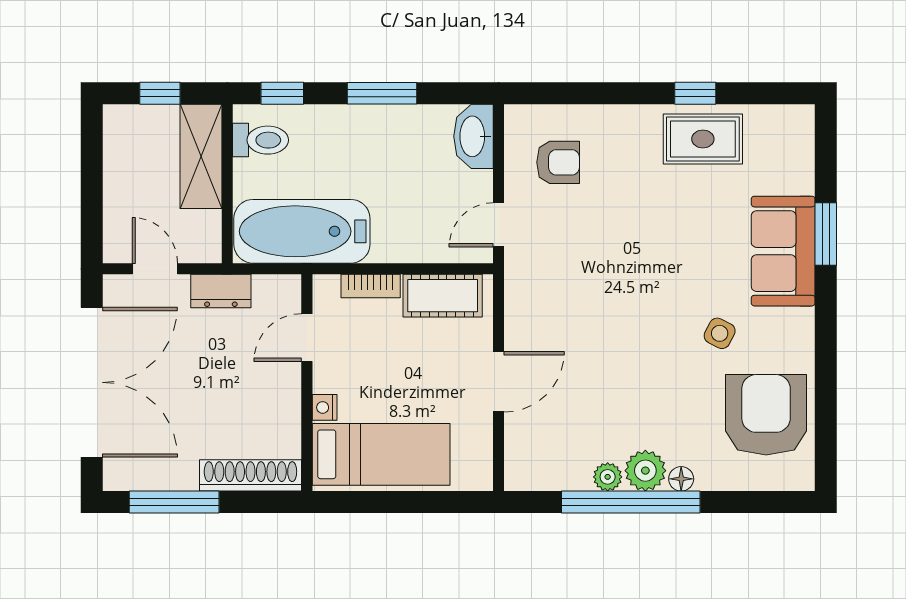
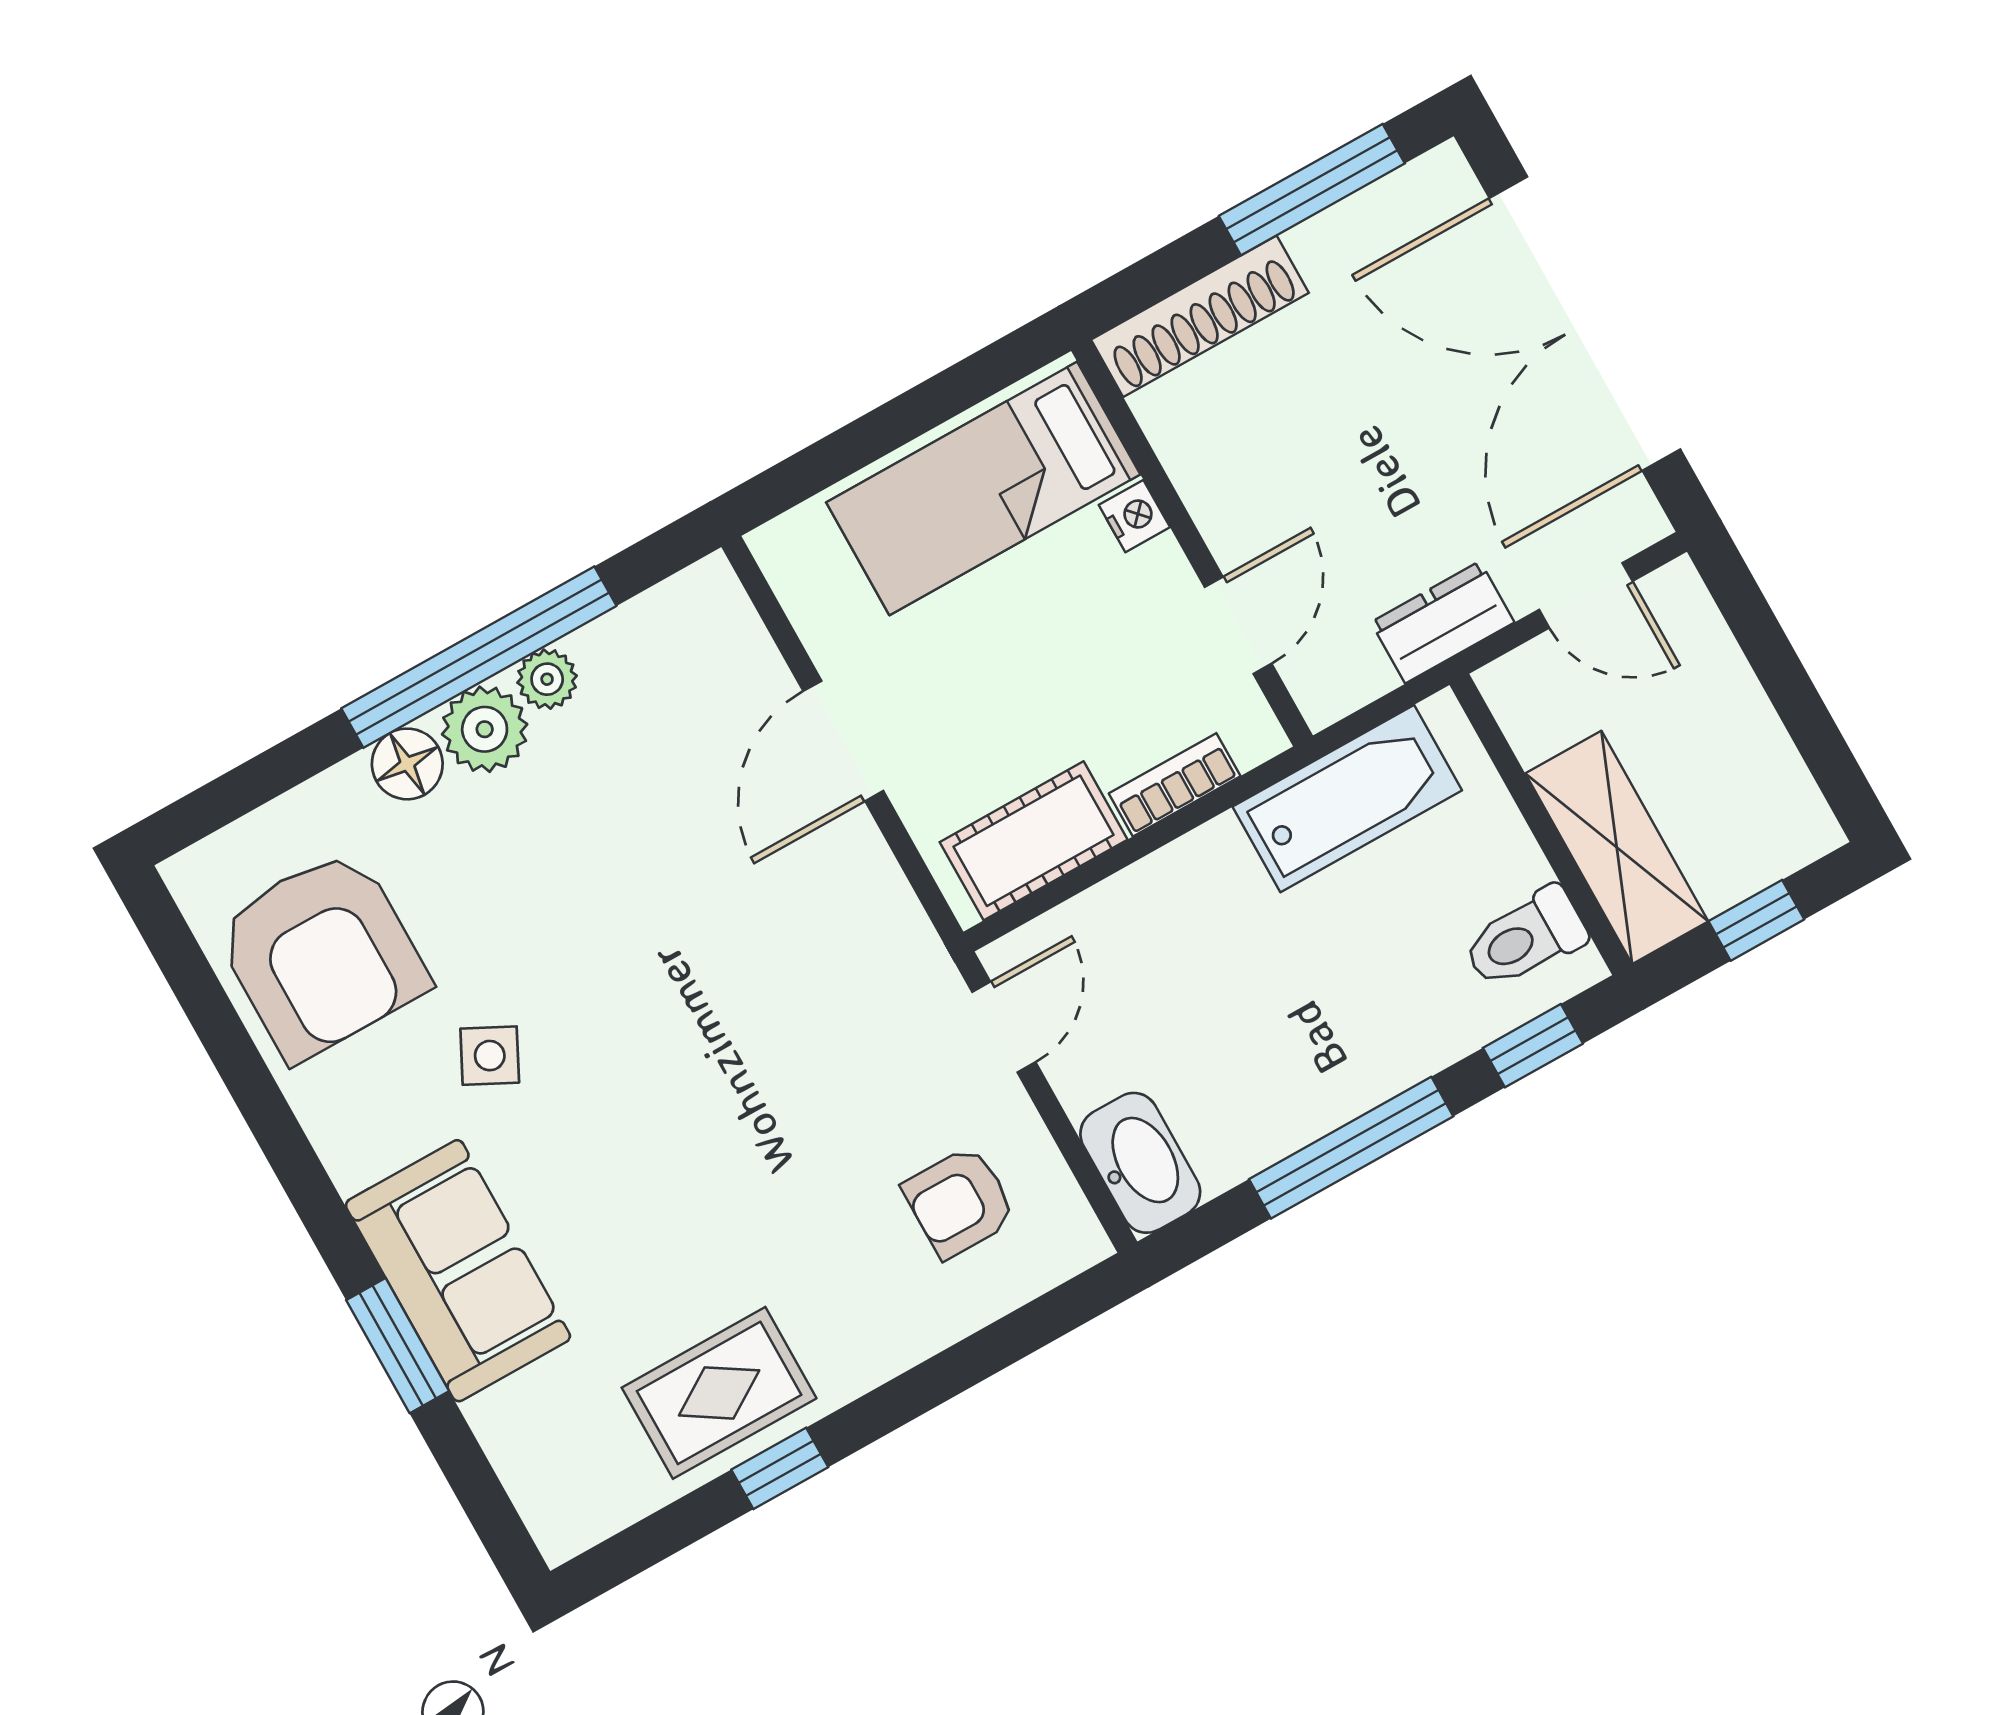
window: (382, 93) -> (1351, 1148), width x1.44
bathtub: (302, 231) -> (1347, 799), width x0.73, depth x0.73
floor lamp: (681, 479) -> (407, 764), width x1.37, depth x1.37

